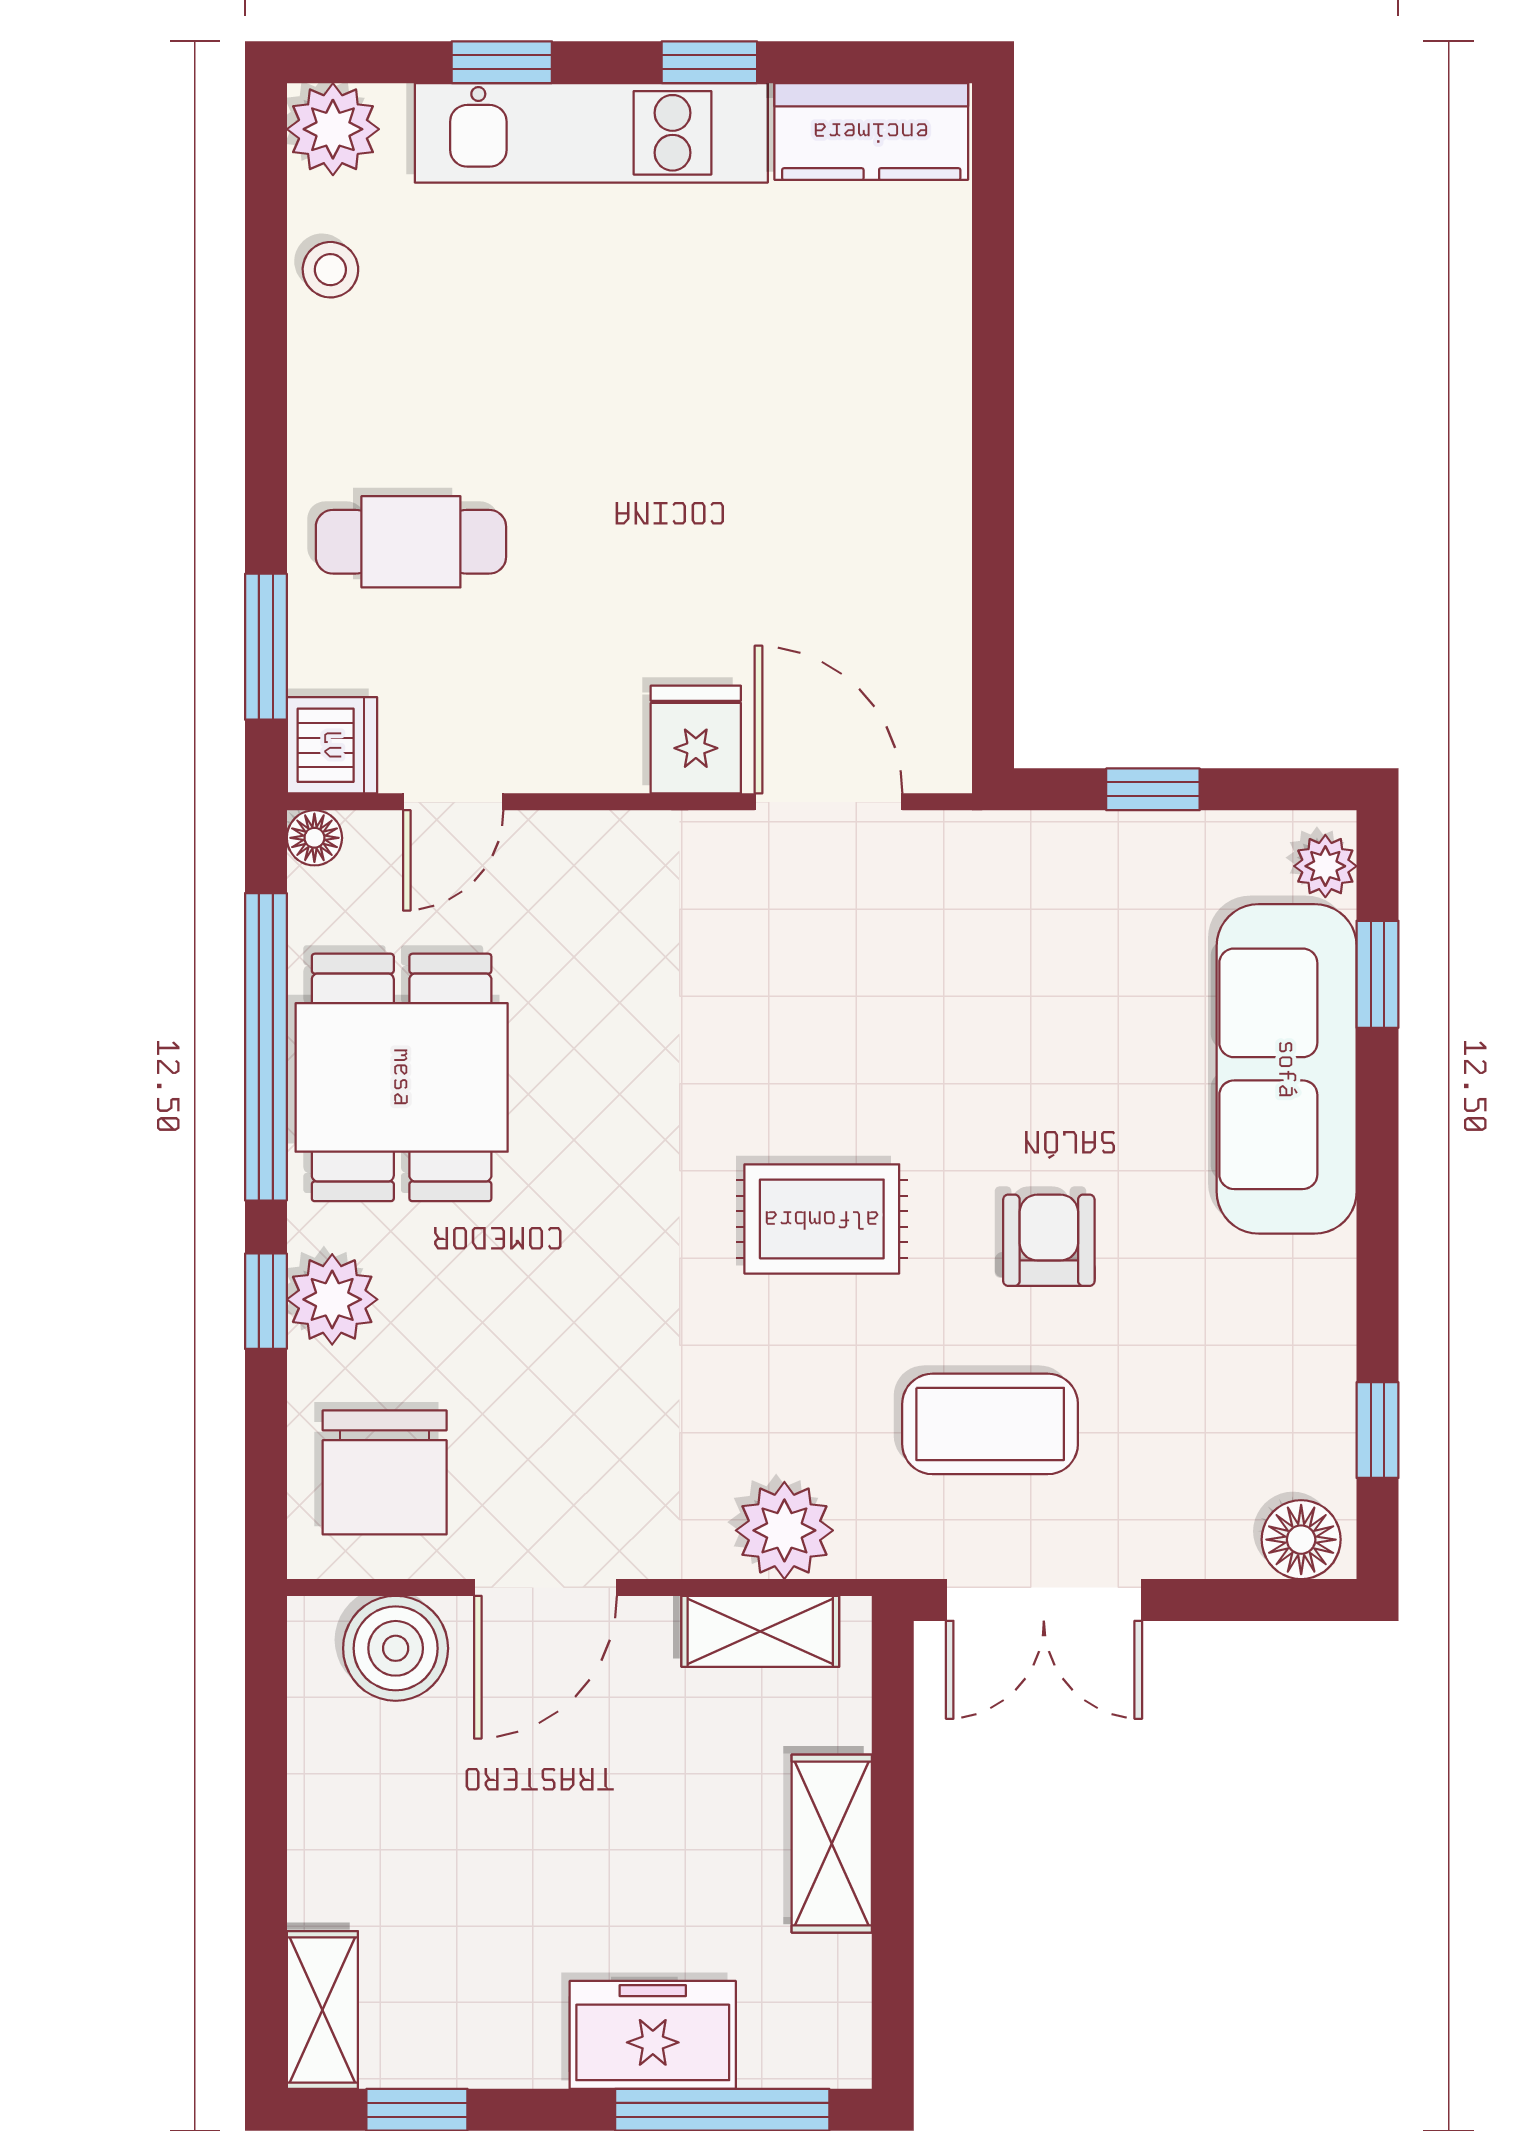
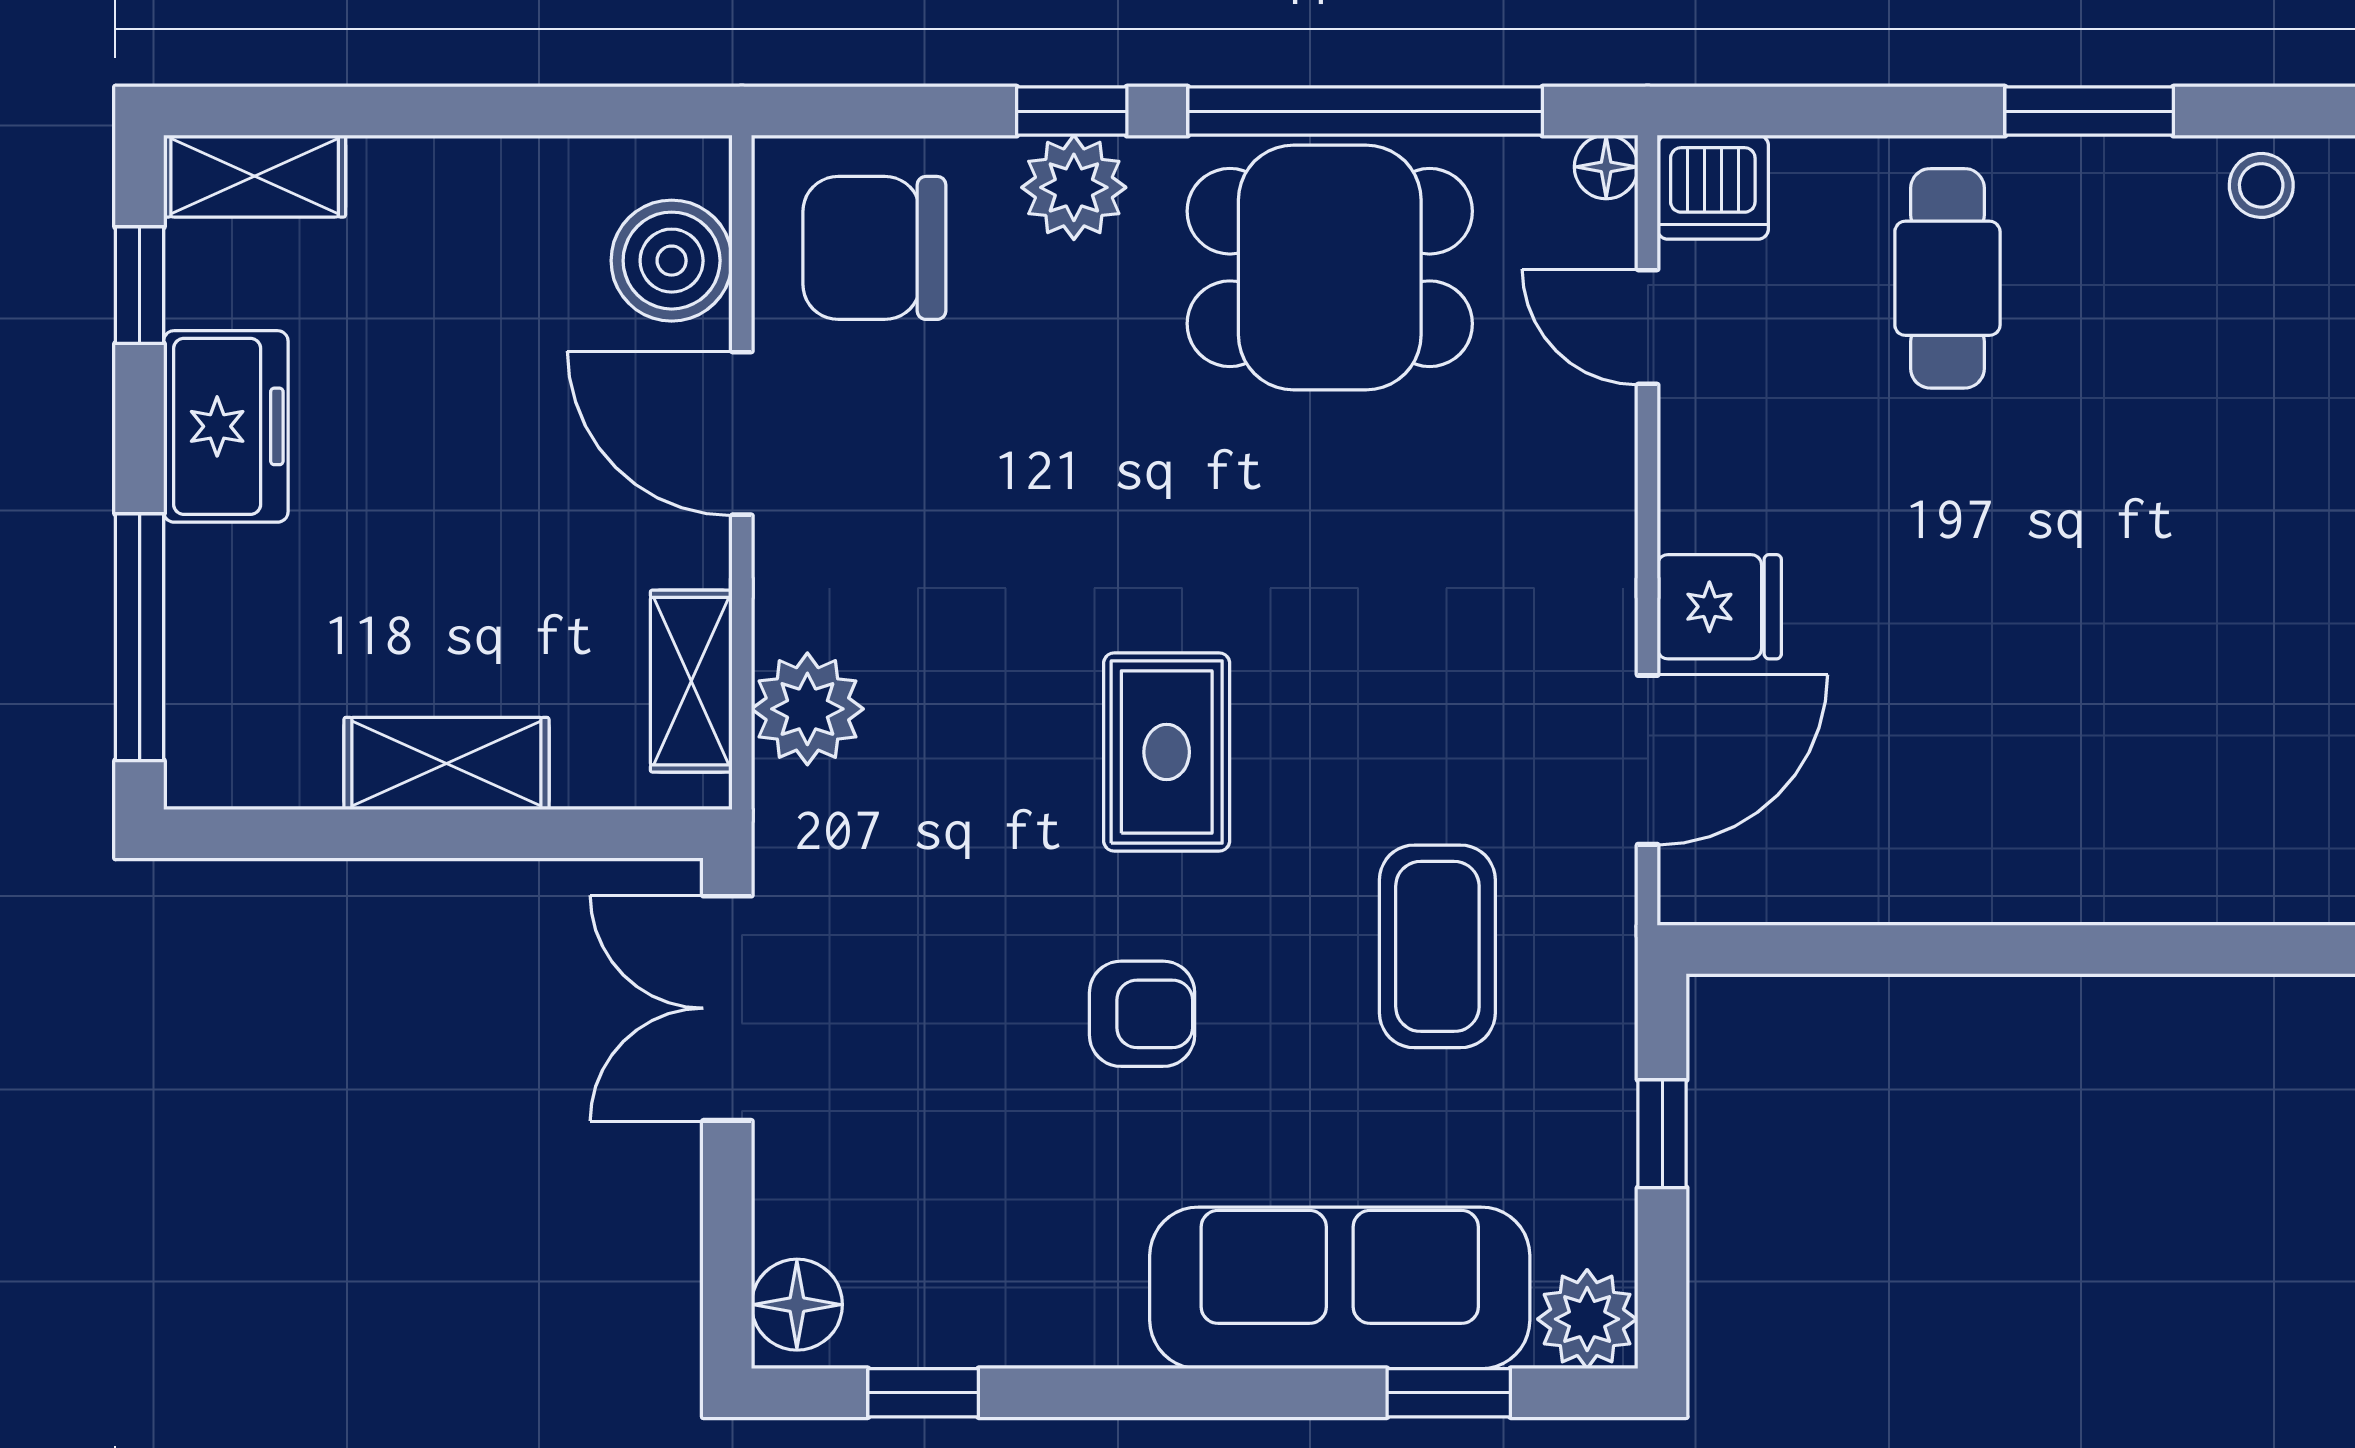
window: (266, 647) -> (2089, 111), moved
plant: (1325, 866) -> (1587, 1319), width x1.38, depth x1.38
coffee table: (990, 1424) -> (1437, 946), moved
freezer: (653, 2035) -> (226, 426), moved

